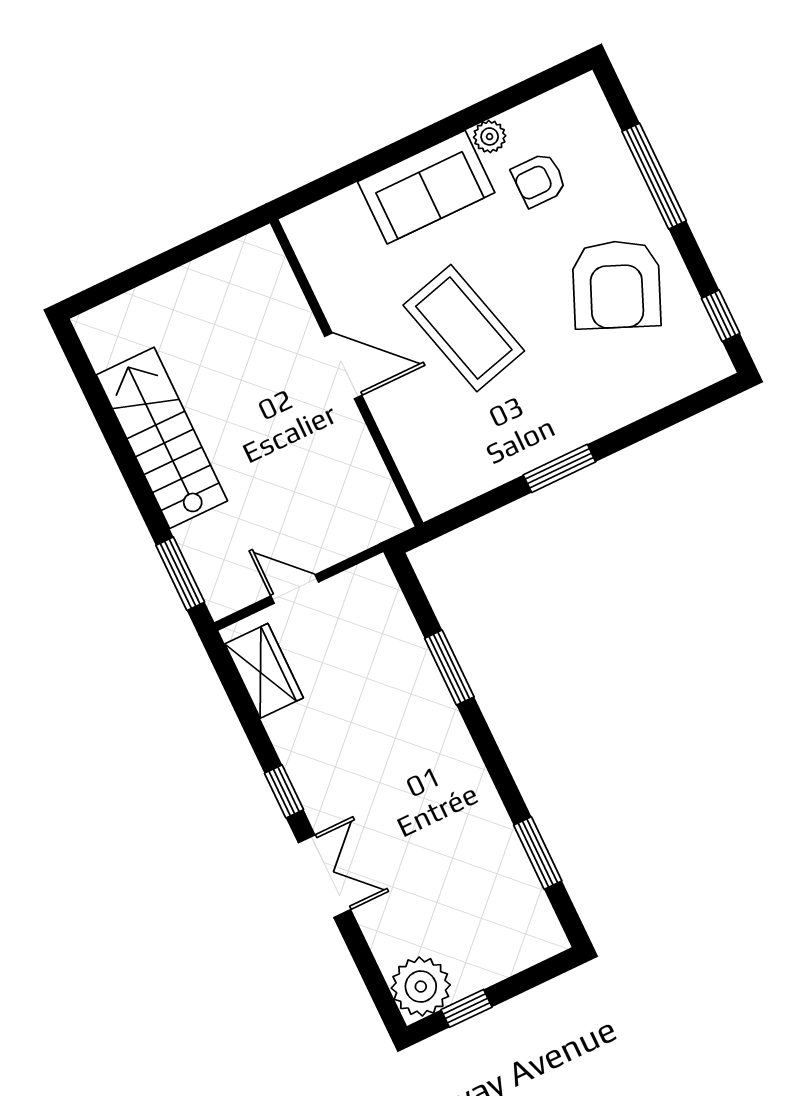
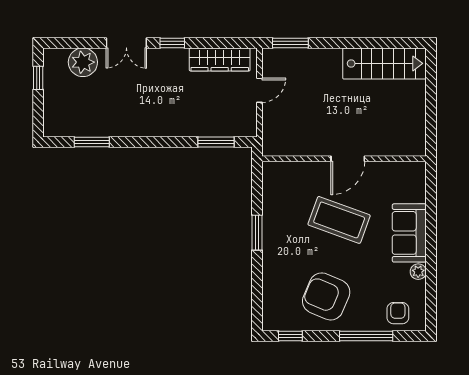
armchair: (539, 180) -> (398, 313), moved
coffee table: (464, 328) -> (339, 220), turned 35
stairs: (162, 438) -> (384, 63), moved
window: (449, 668) -> (216, 142), moved
wardrobe: (264, 671) -> (220, 59), width x1.50
plant: (421, 987) -> (83, 62), moved

